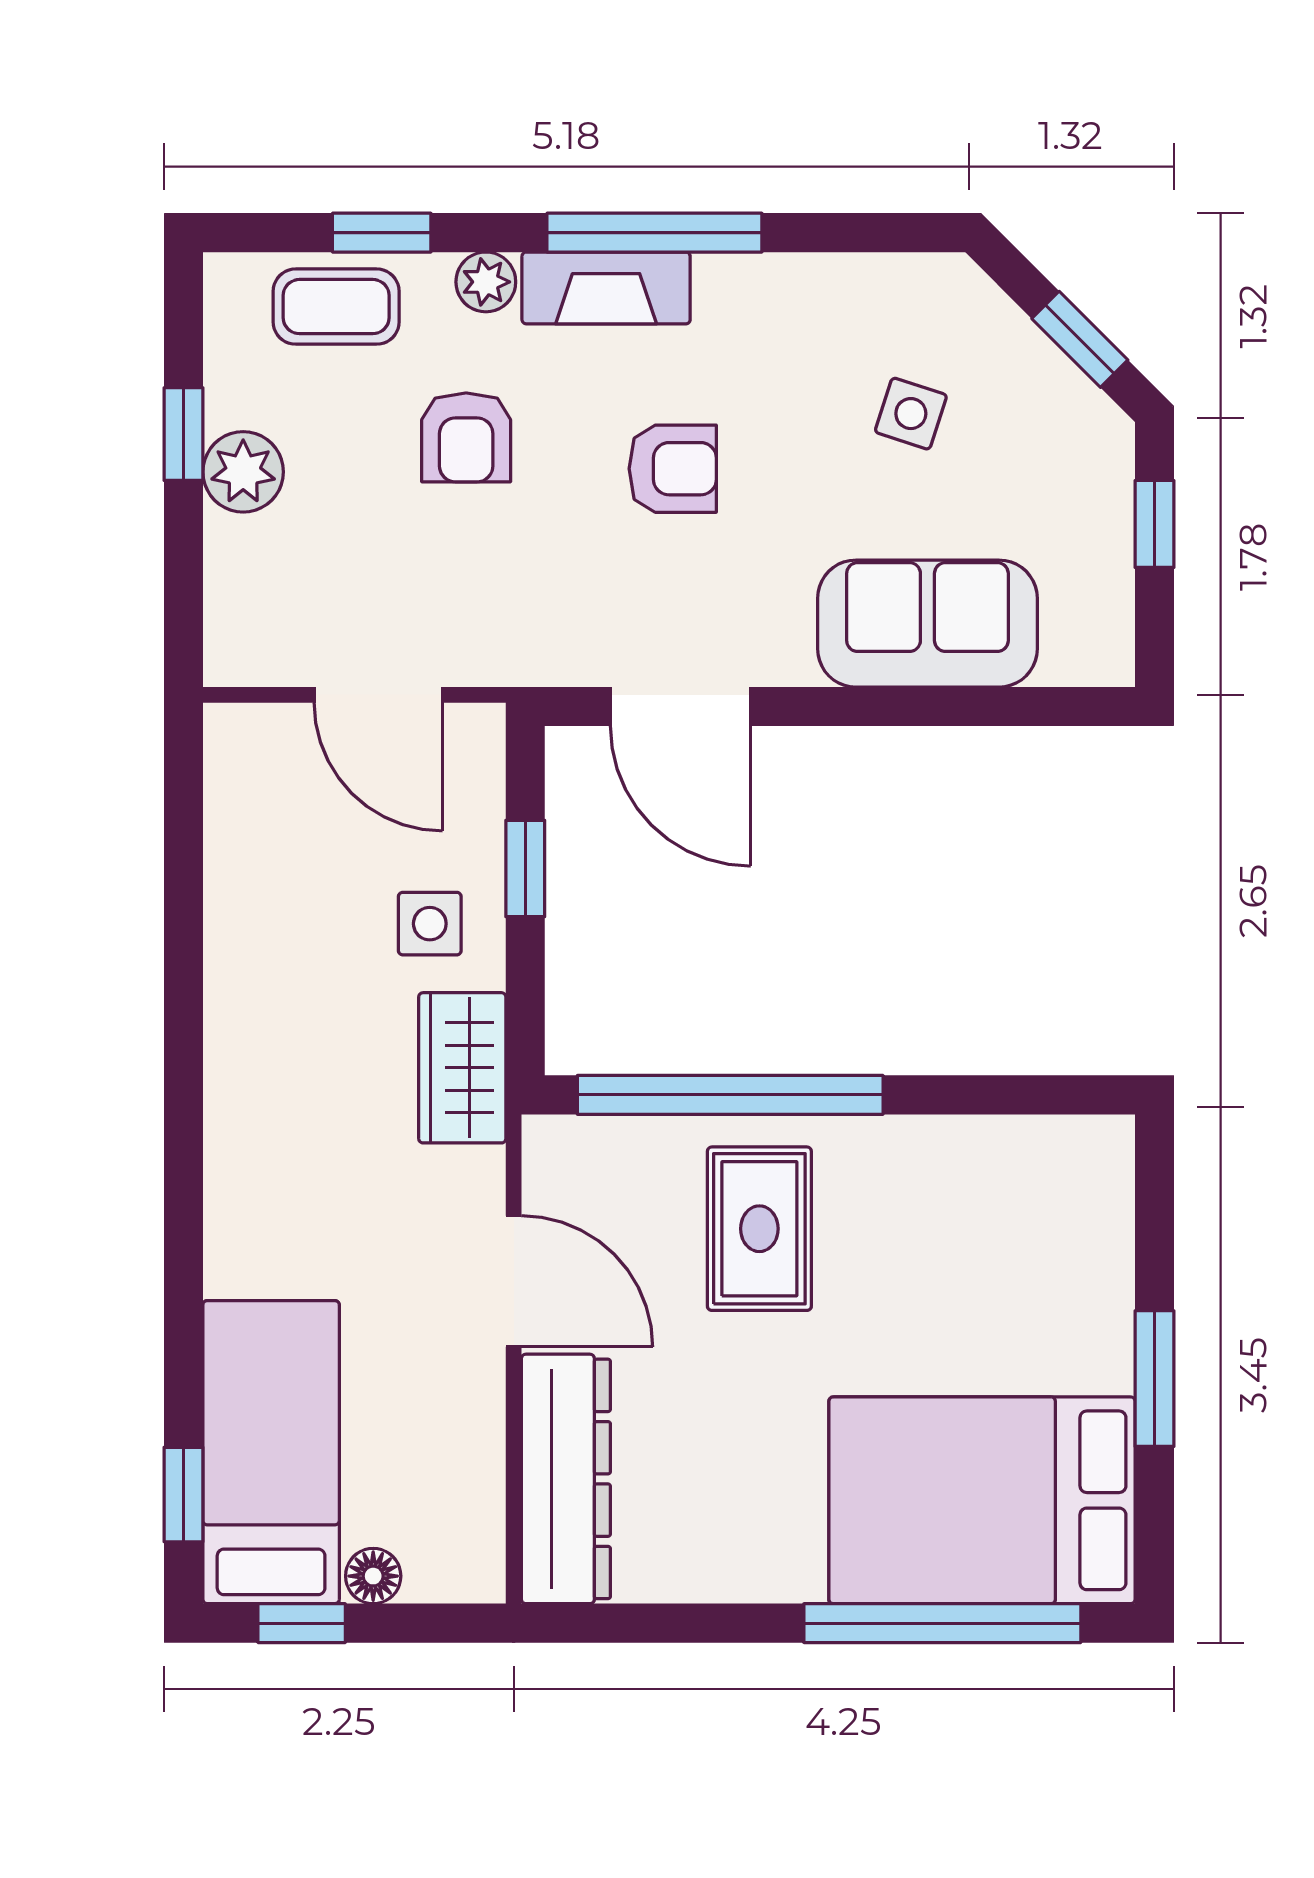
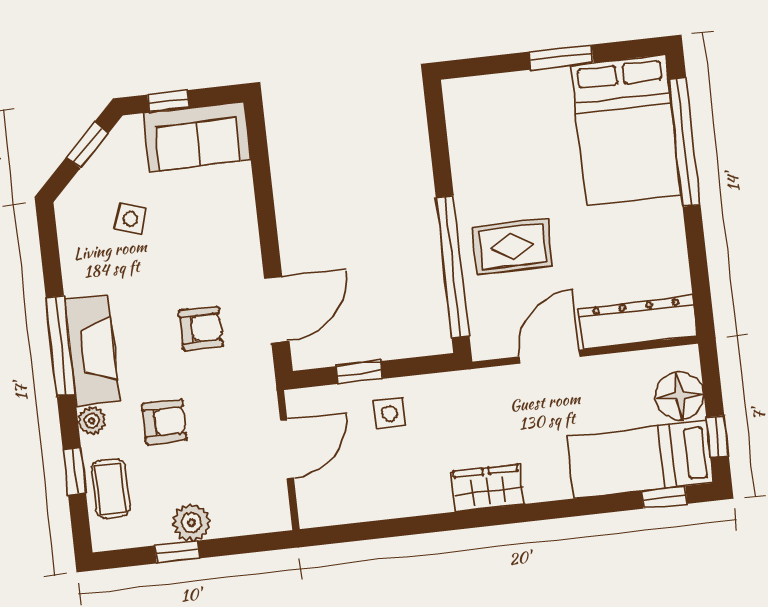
fireplace: (606, 288) -> (92, 350), width x1.37, depth x1.32
armchair: (673, 469) -> (201, 328), moved, turned 90
sofa: (927, 624) -> (197, 137), moved, turned -90
wardrobe: (462, 1068) -> (488, 488), moved, turned 180
floor lamp: (373, 1576) -> (680, 396), width x1.89, depth x1.89

